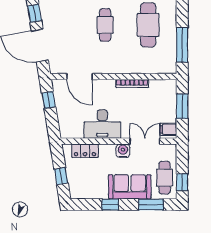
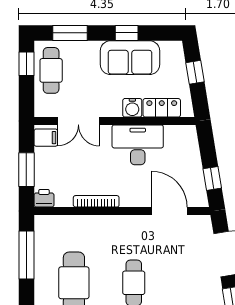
printer: (170, 86) -> (44, 198), added
water cooler: (123, 151) -> (132, 108), moved
sofa: (130, 187) -> (130, 58), moved

